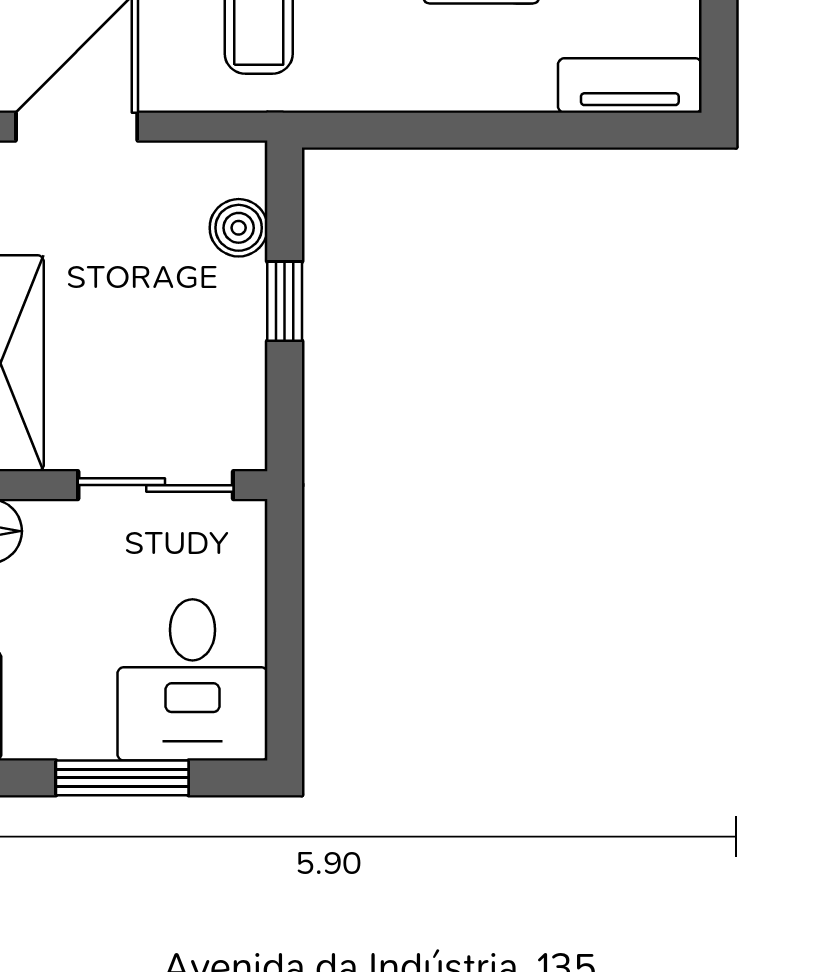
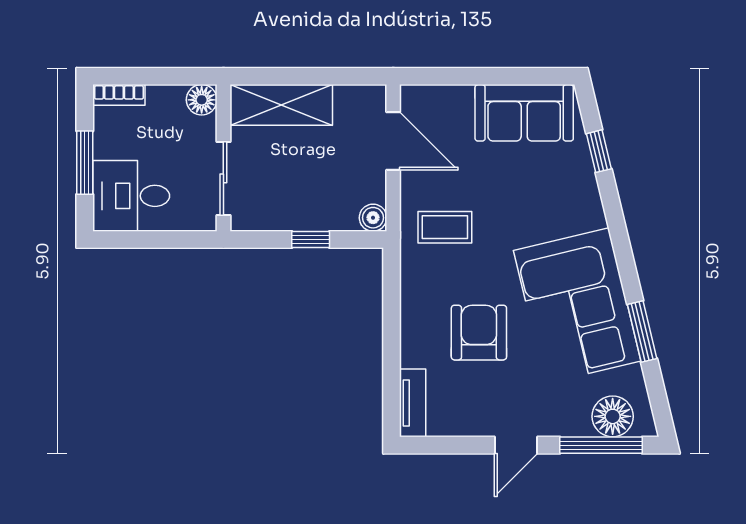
boiler: (239, 228) -> (373, 218), moved

